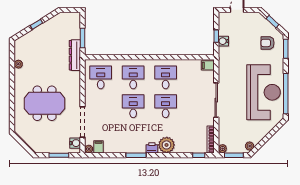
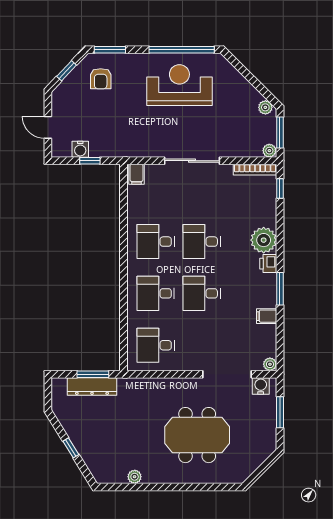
water cooler: (223, 41) -> (80, 149), moved
dresser: (75, 55) -> (92, 386), moved
reception desk: (264, 92) -> (179, 85), width x0.74, depth x0.77
meeting table: (45, 103) -> (197, 435), turned 90
filing cabinet: (98, 147) -> (267, 316), moved

